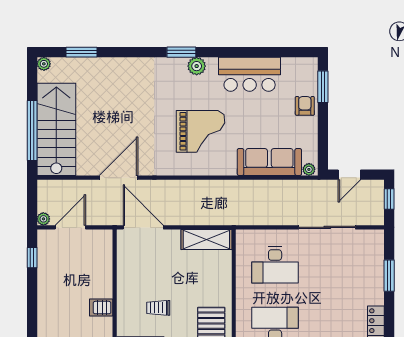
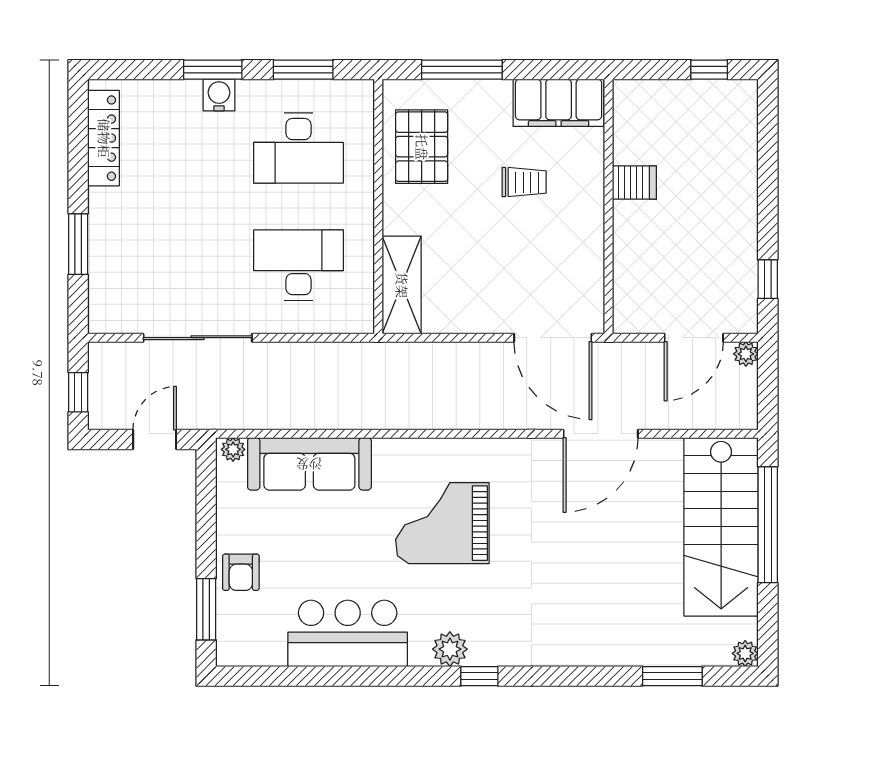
window: (181, 52) -> (479, 676), width x0.67
shelving: (206, 239) -> (402, 285), moved, turned 90

